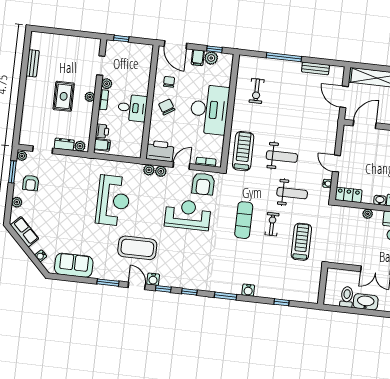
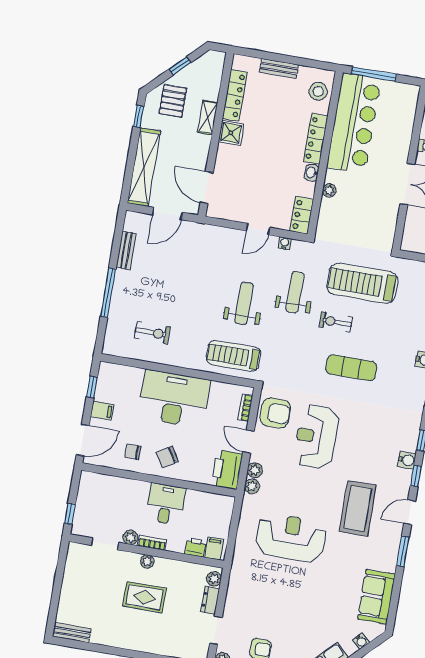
plant: (211, 58) -> (104, 392), removed
bench: (33, 63) -> (72, 633), moved
exercise mat: (244, 220) -> (351, 368), moved
treadmill: (301, 242) -> (362, 283), width x1.37, depth x1.38
water cooler: (153, 279) -> (407, 460), moved

